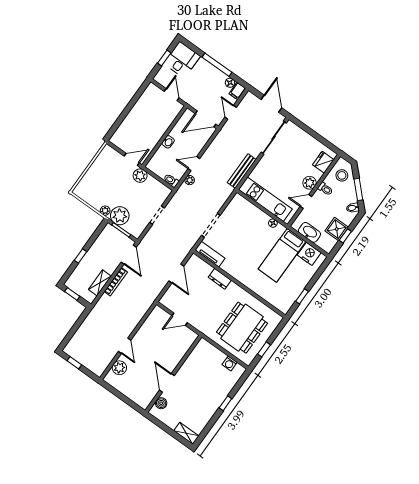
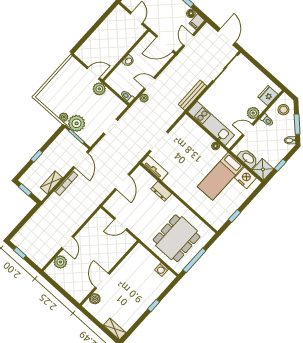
shower: (337, 229) -> (263, 169), moved
window: (264, 349) -> (194, 260), width x2.17

